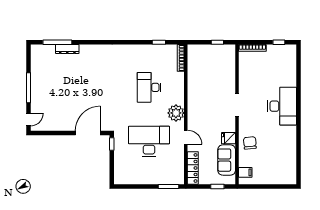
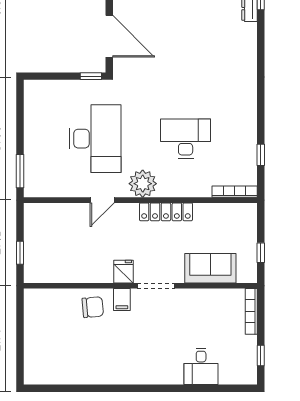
desk: (282, 106) -> (201, 366), moved, width x0.53, depth x0.77
fridge: (229, 138) -> (123, 272), moved
sofa: (227, 160) -> (210, 268), moved
locker: (193, 168) -> (166, 212), moved
filing cabinet: (245, 172) -> (122, 299), moved

